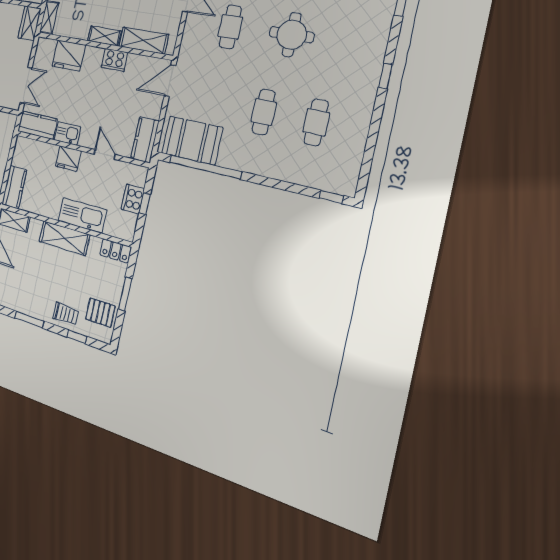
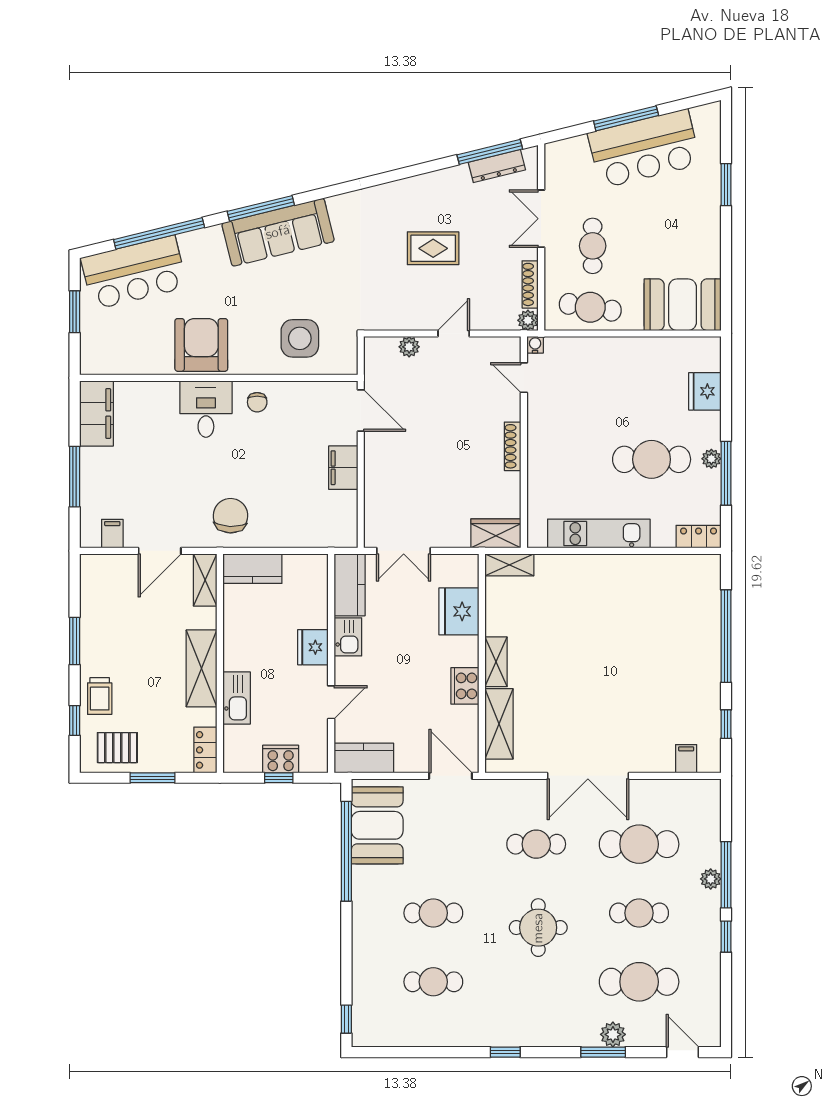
kitchen sink: (82, 215) -> (237, 698), width x0.73, depth x0.81
pallet: (100, 313) -> (117, 748), turned 90

